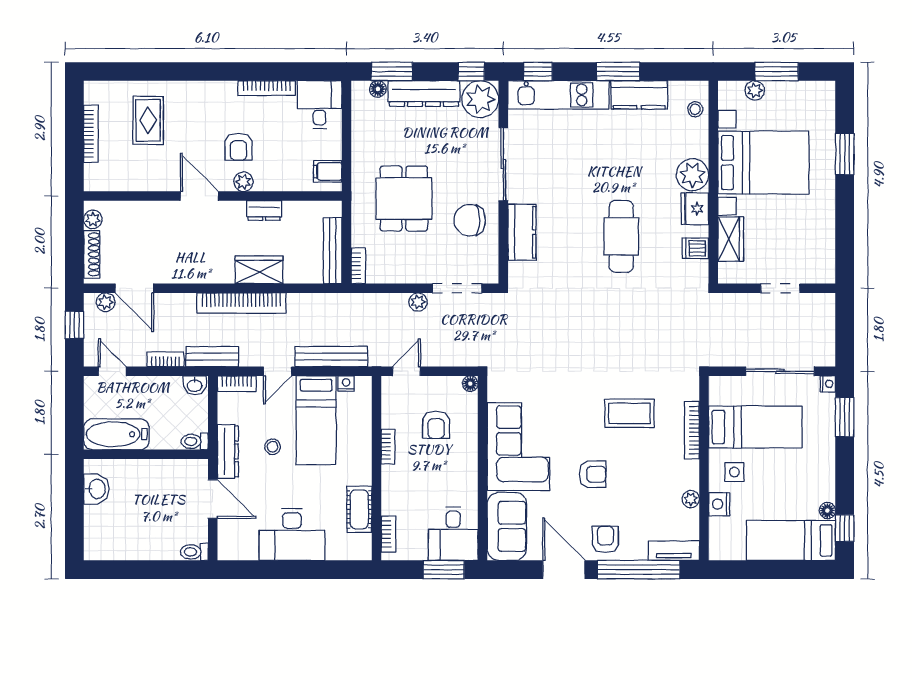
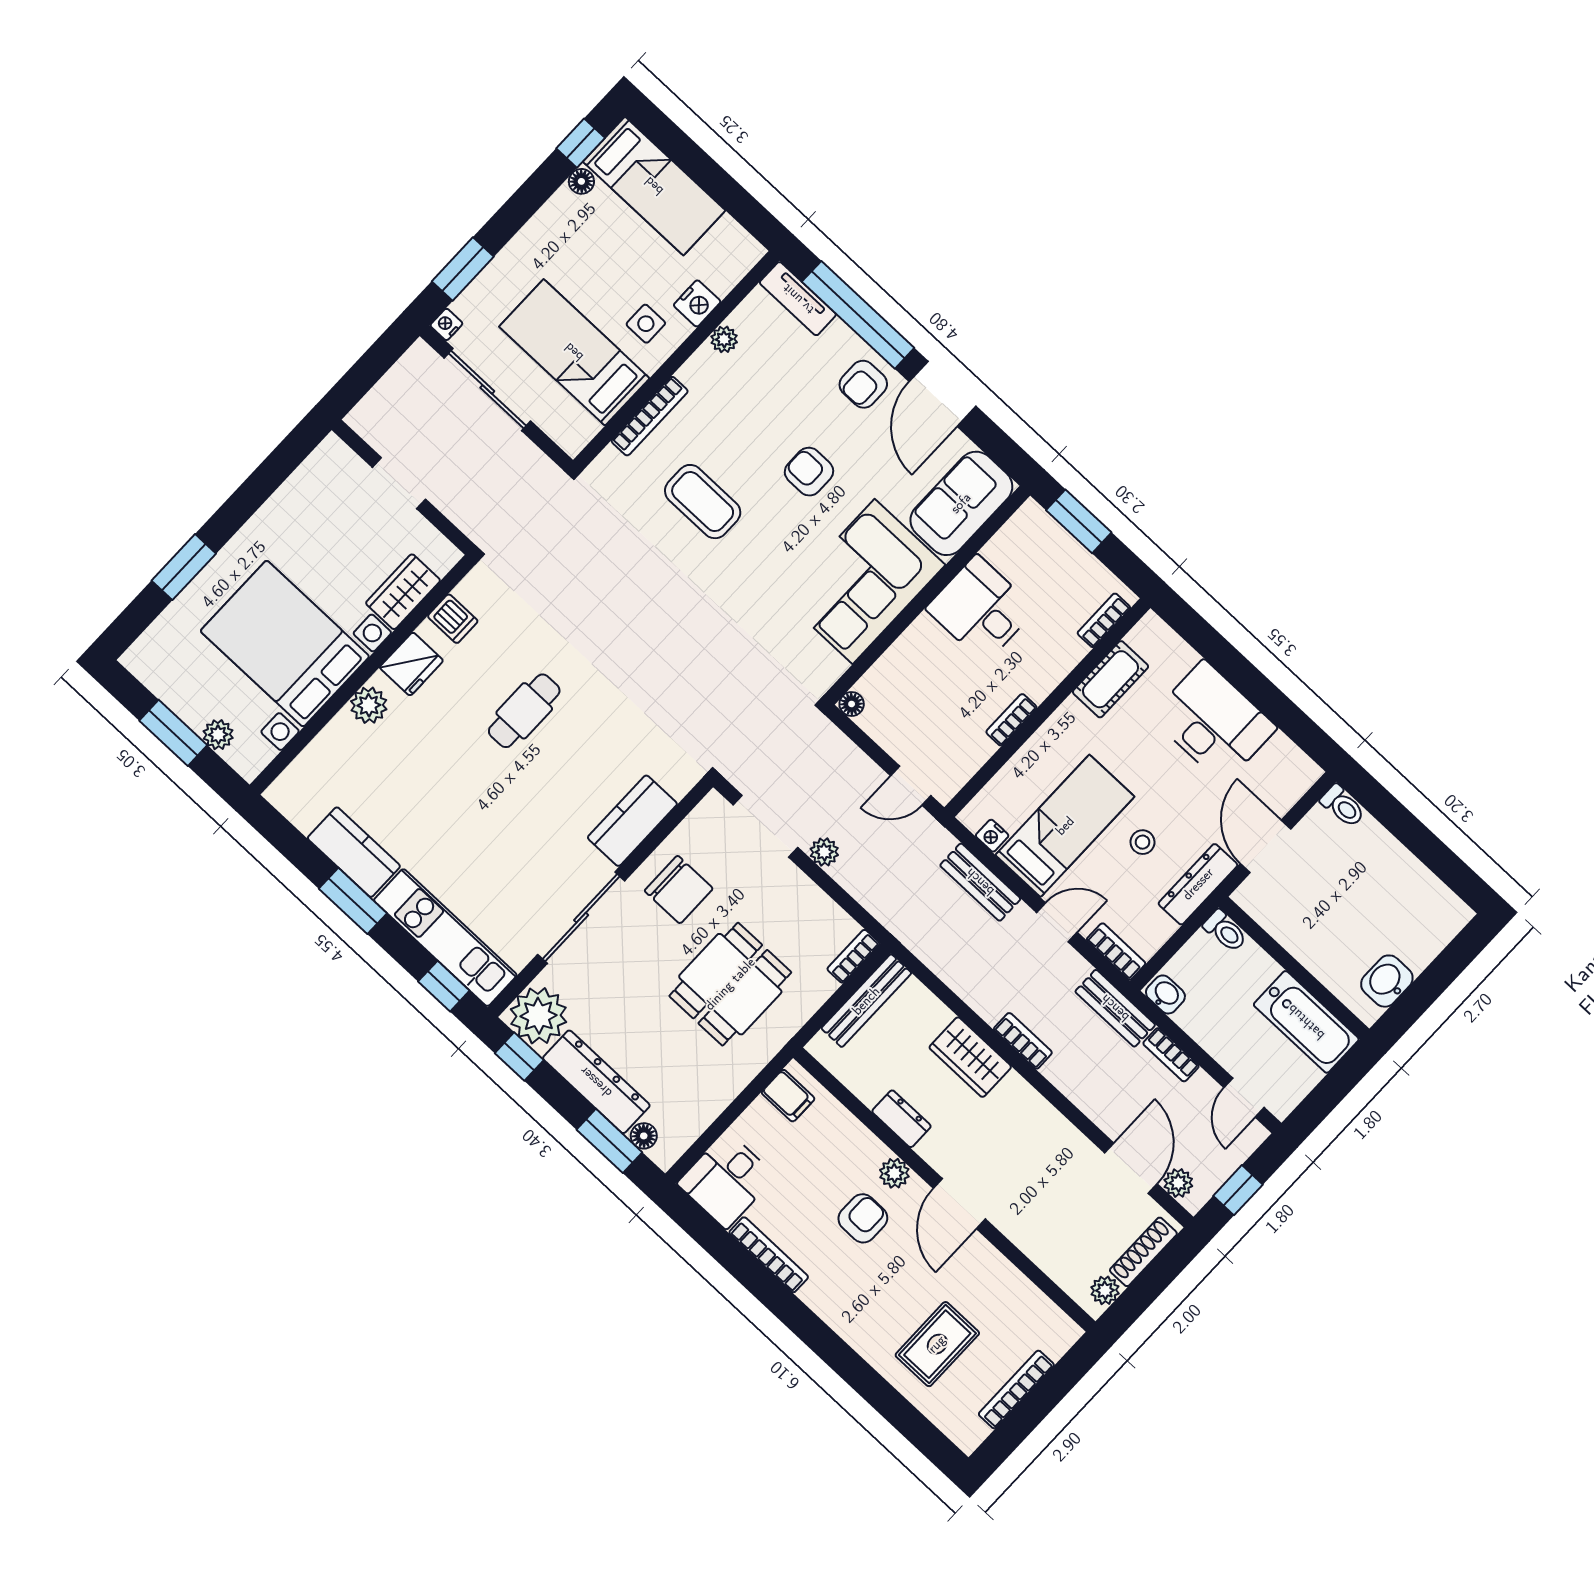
stool: (695, 109) -> (306, 776), removed
plant: (692, 175) -> (369, 705), width x0.73, depth x0.73
cafe table: (621, 236) -> (524, 711), width x0.73, depth x0.74
bookcase: (241, 303) -> (1023, 1041), width x0.43, depth x0.76
bench: (331, 357) -> (980, 882), width x0.73
armchair: (436, 425) -> (934, 694), removed
desk: (453, 534) -> (981, 609), moved, turned -90

